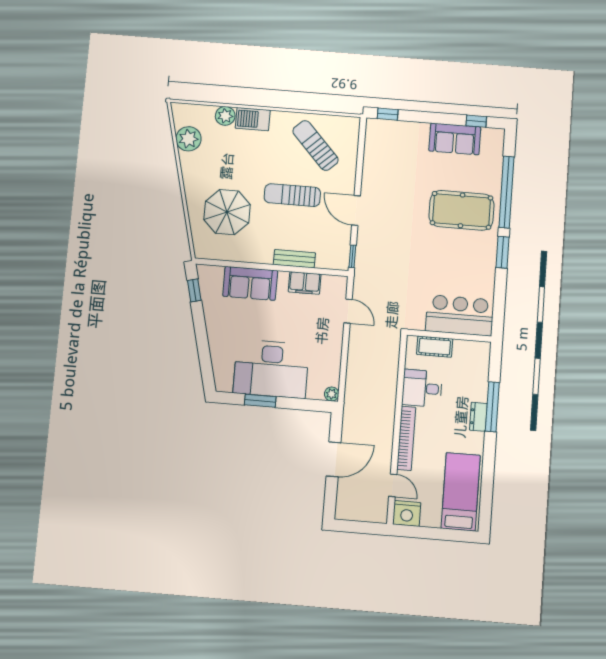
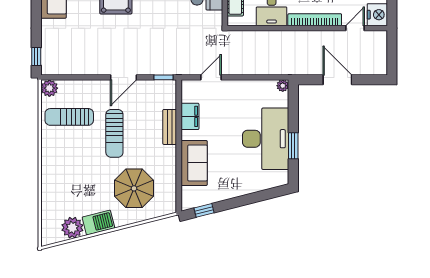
plant: (225, 116) -> (49, 88), moved
barbecue: (253, 119) -> (98, 223), moved, turned -104
sun lounger: (315, 145) -> (69, 117), turned 43

